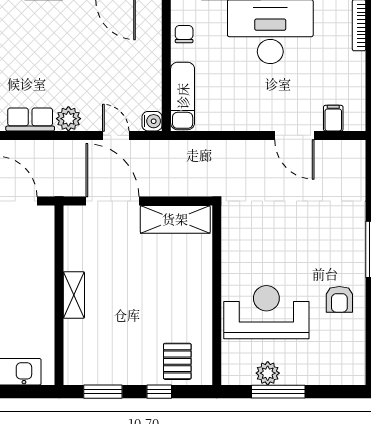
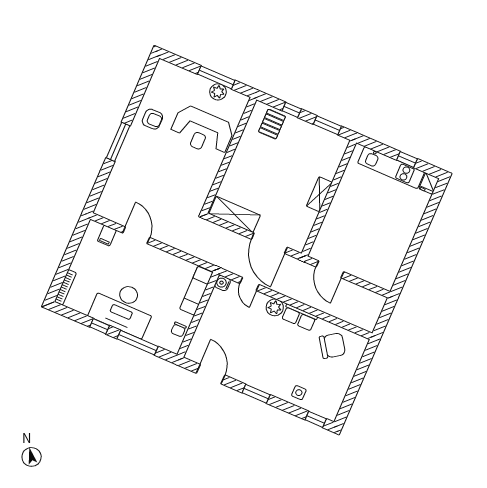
armchair: (339, 299) -> (152, 119), turned 90

